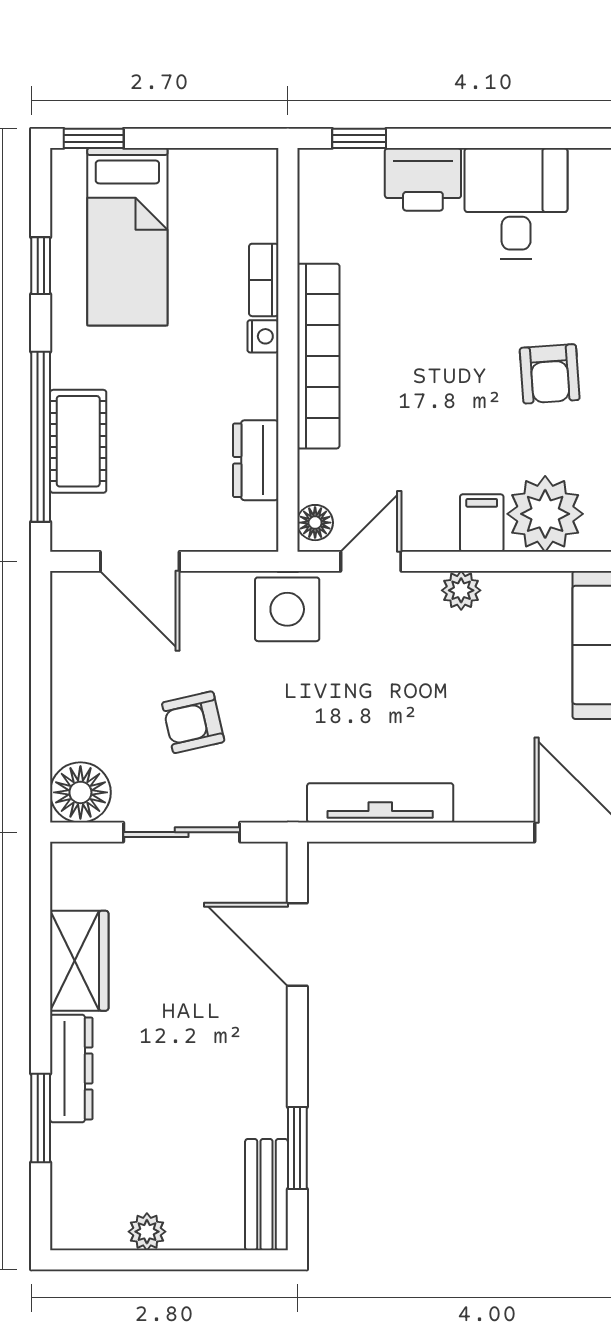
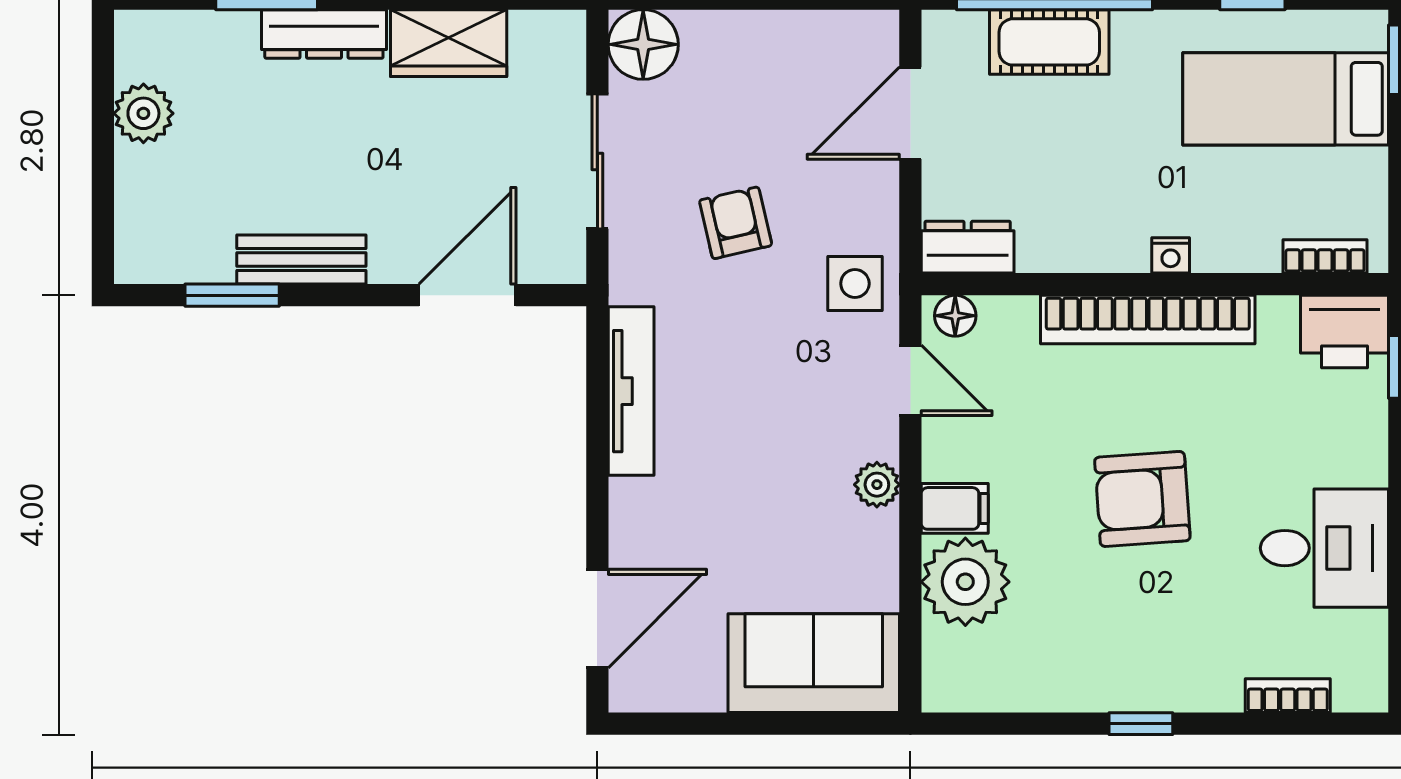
printer: (423, 179) -> (1344, 331), moved, turned -90
bookcase: (264, 280) -> (1325, 256), moved
armchair: (550, 374) -> (1142, 499), moved, width x1.38, depth x1.38
dresser: (256, 460) -> (968, 247), moved
side table: (287, 609) -> (855, 284), width x0.73, depth x0.73
armchair: (193, 722) -> (736, 223), moved
bench: (266, 1195) -> (301, 260), moved
plant: (147, 1232) -> (143, 113), width x1.38, depth x1.38

